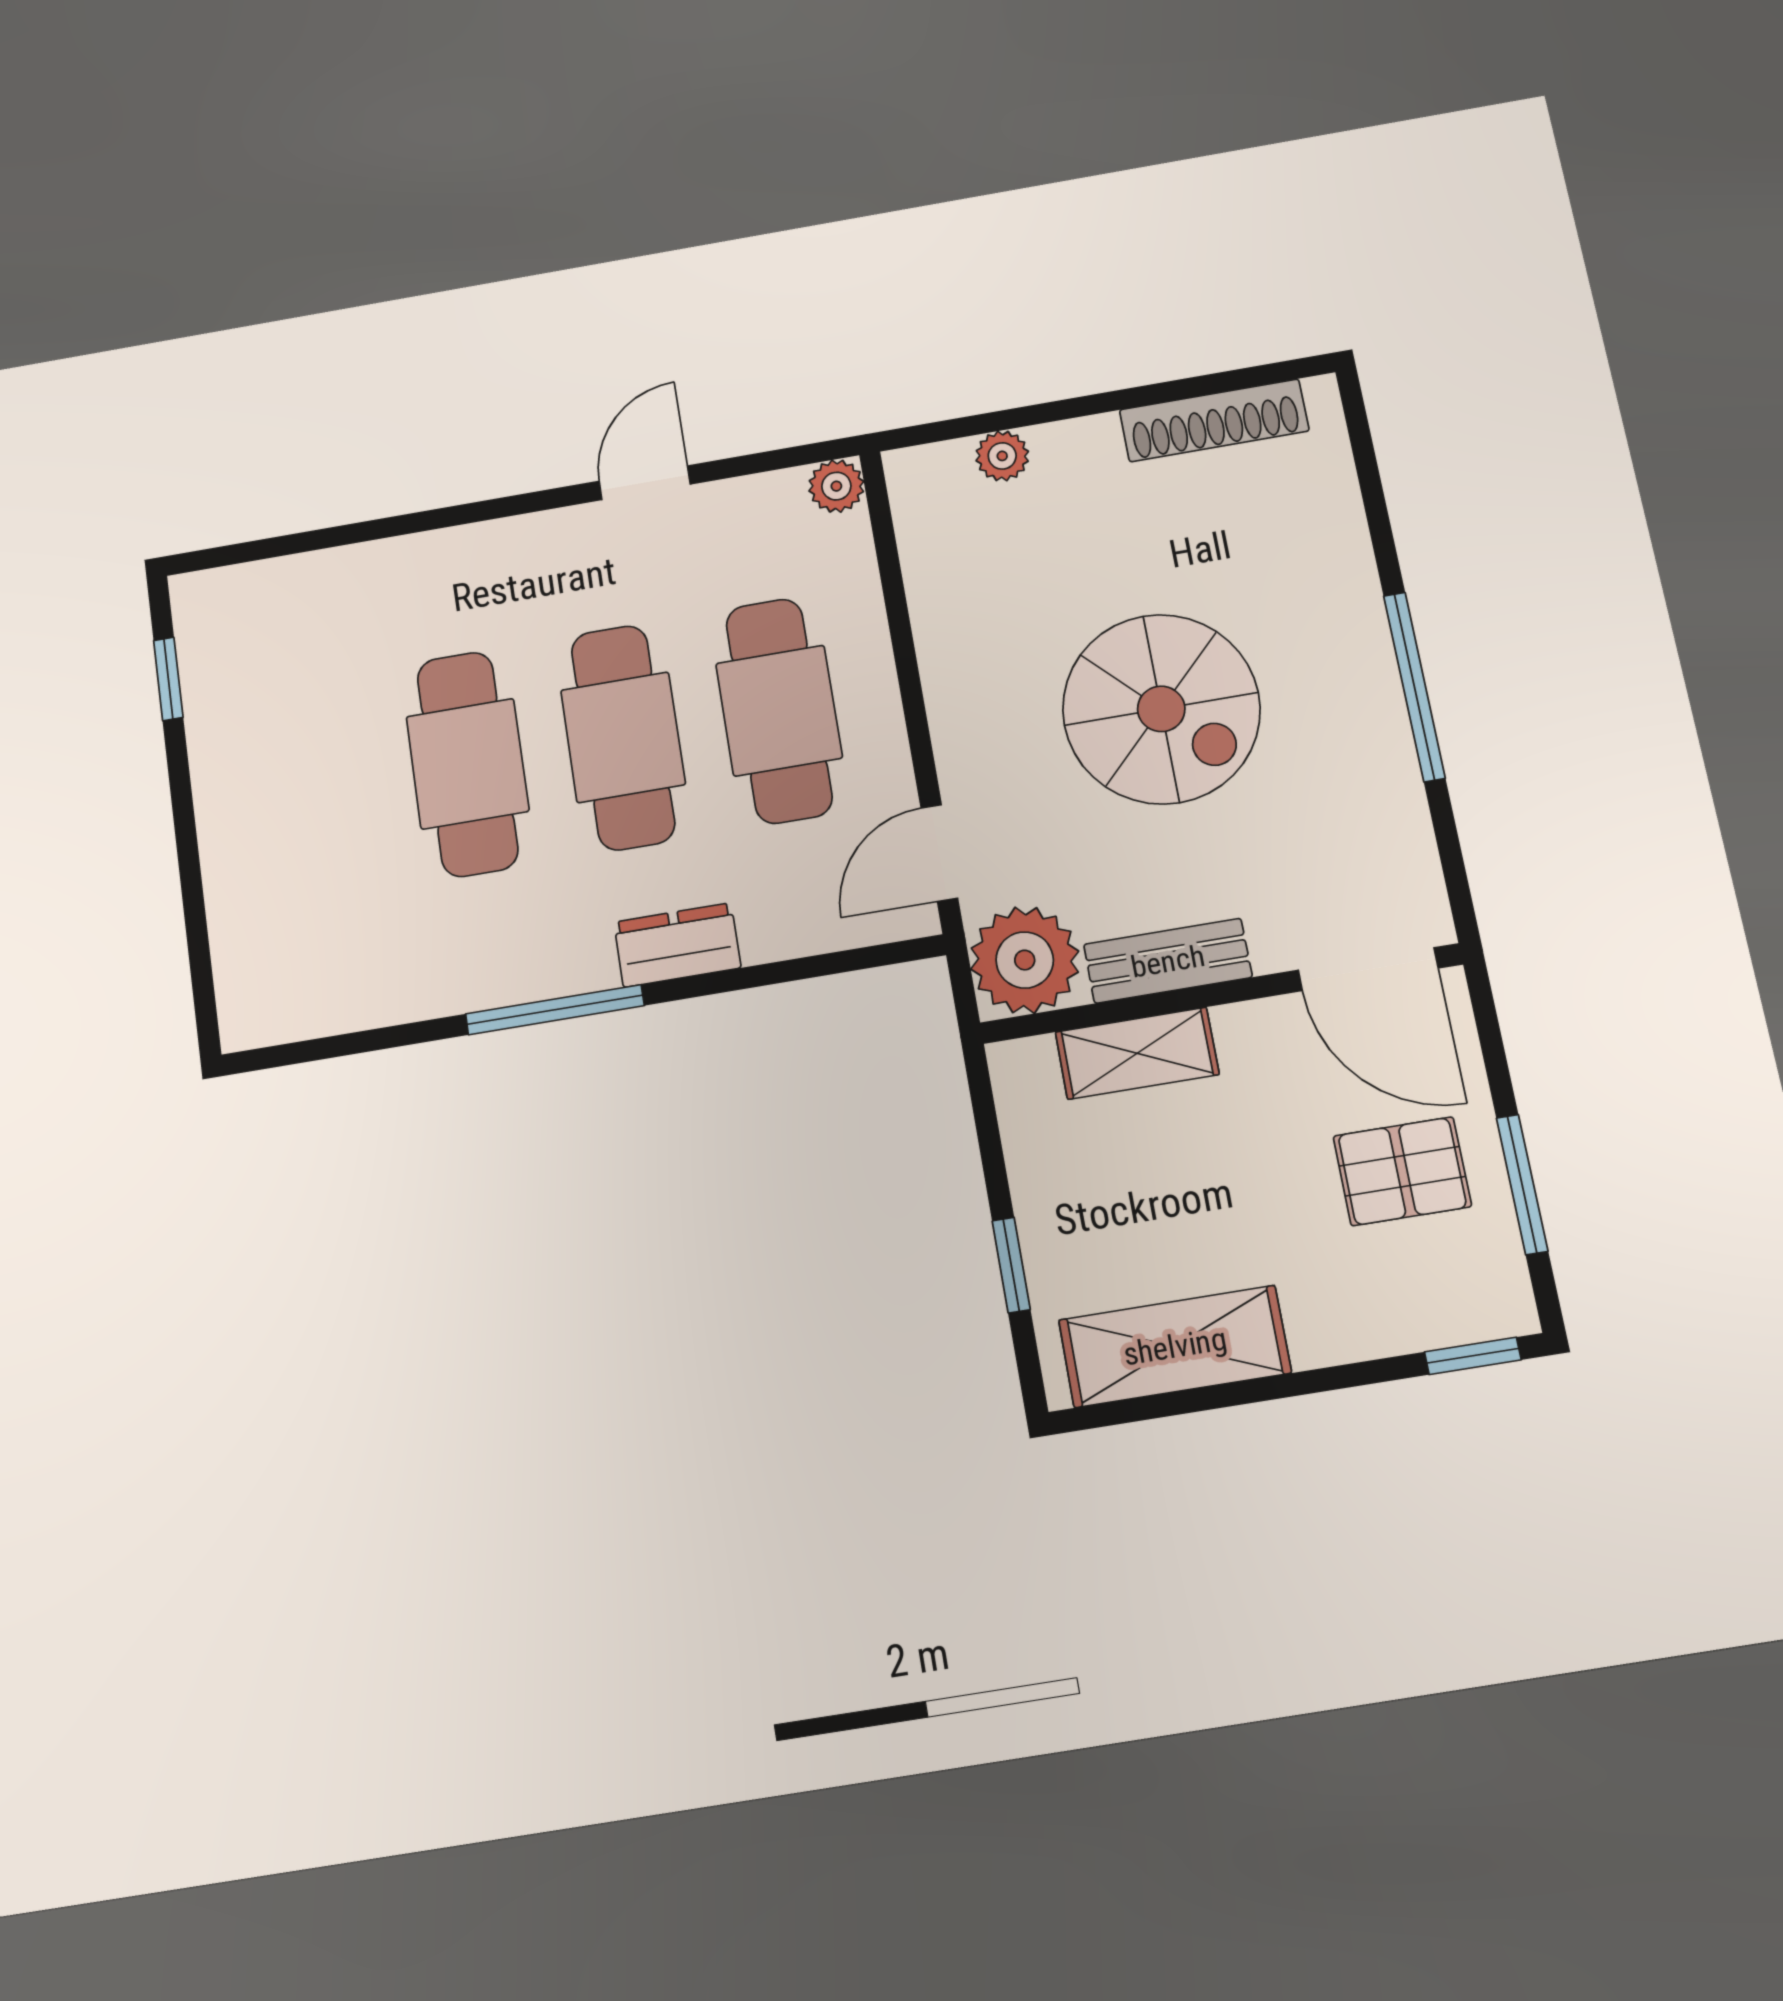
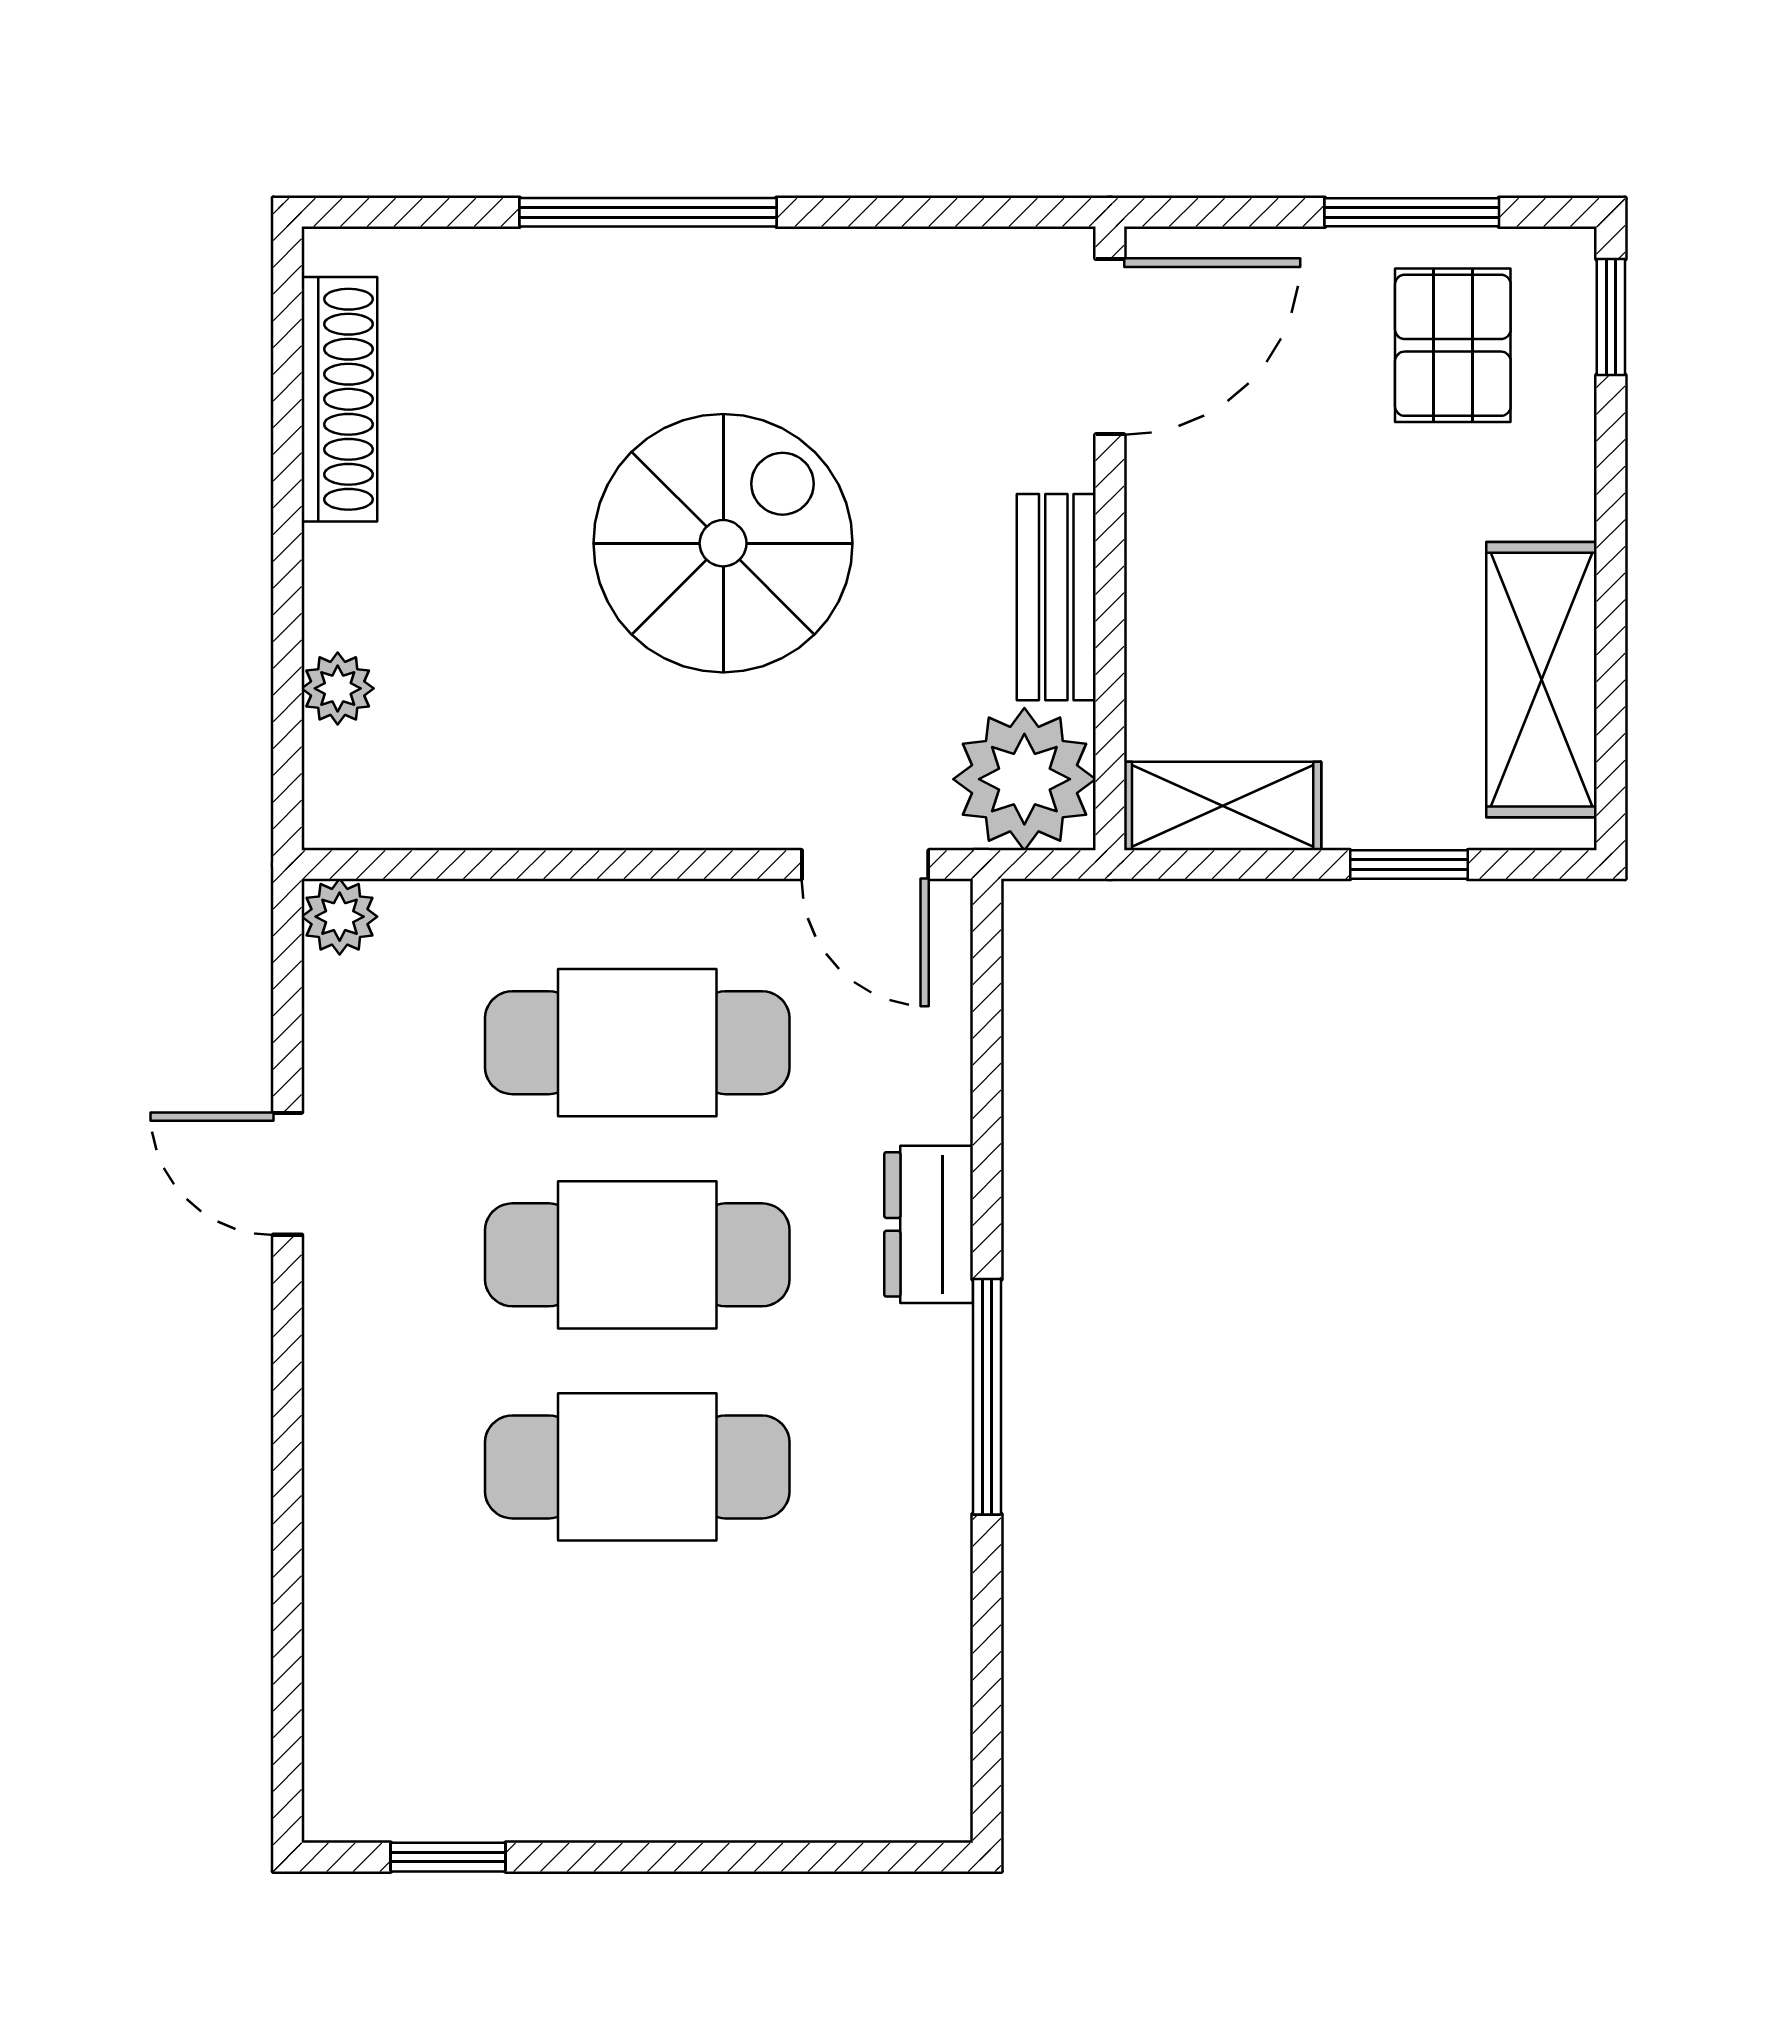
window: (1414, 687) -> (648, 212), moved
shelving: (1137, 1053) -> (1223, 806), moved, turned 90
pallet: (1402, 1171) -> (1453, 345), moved

